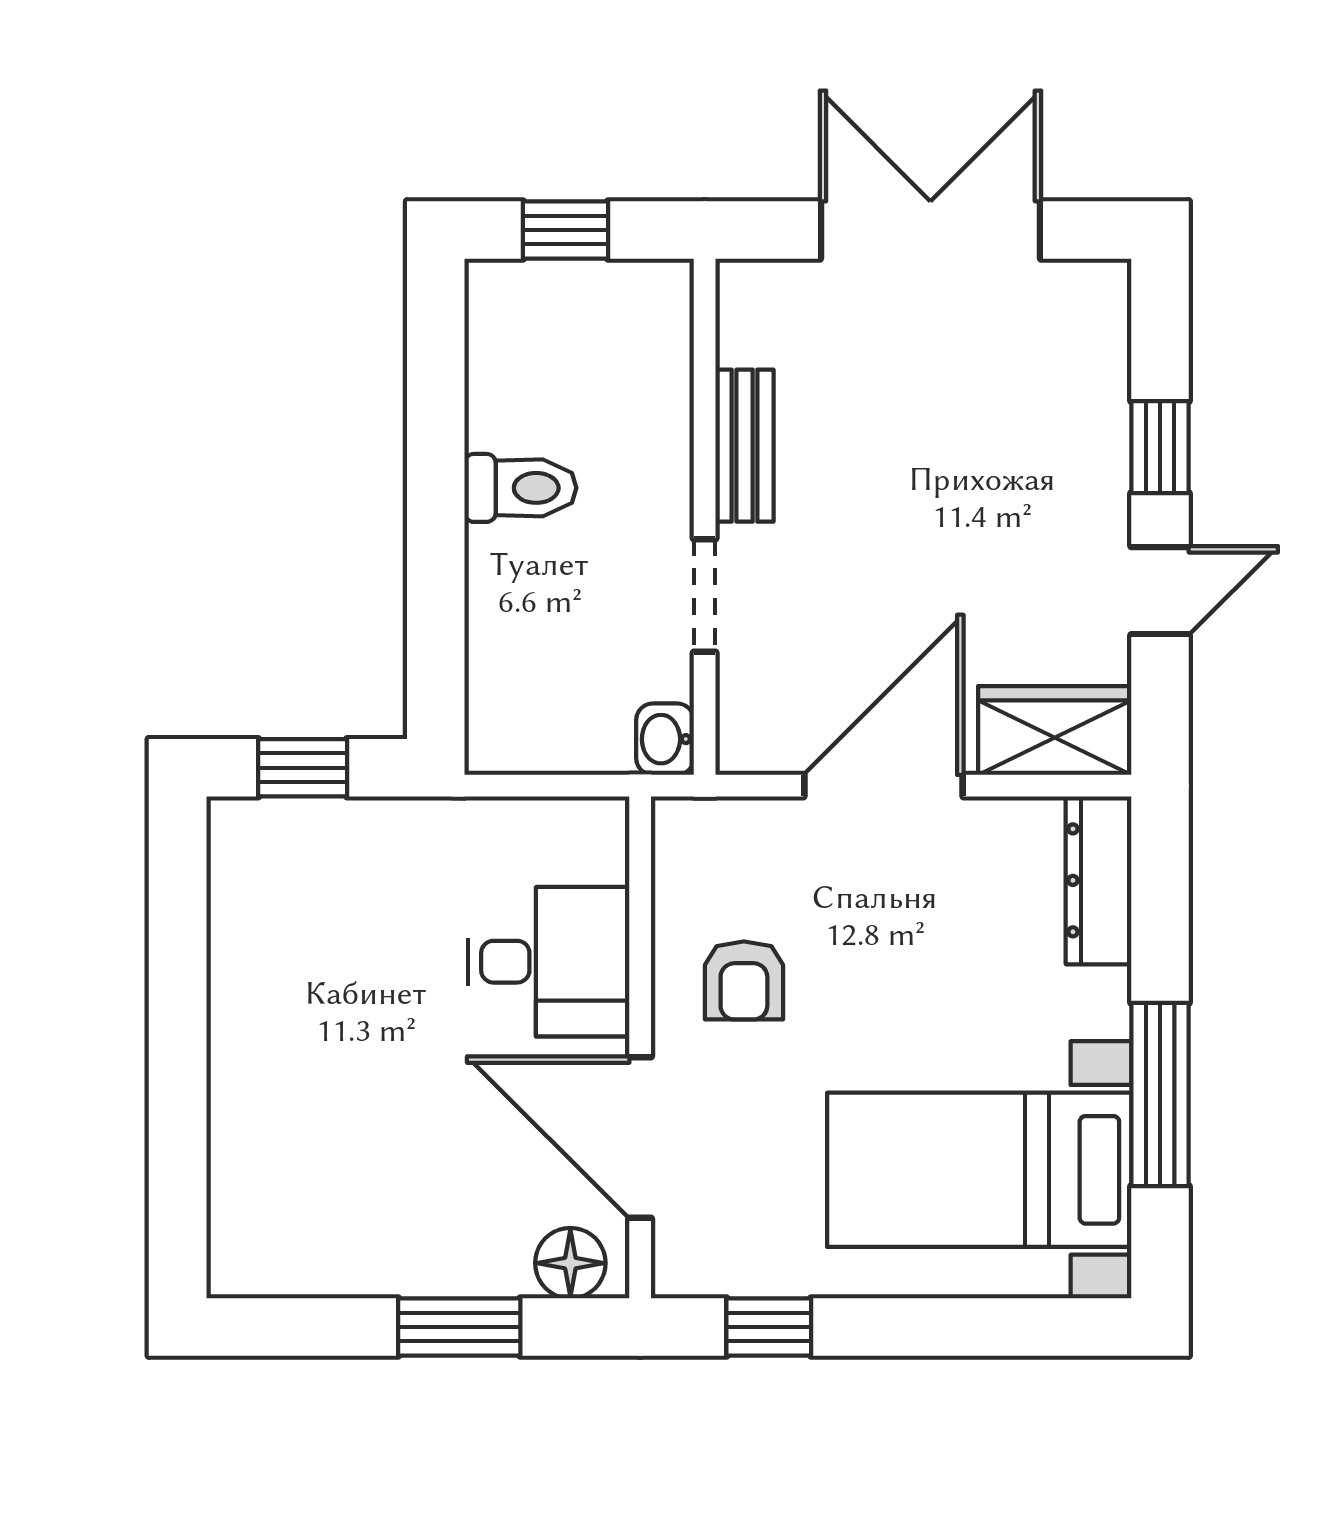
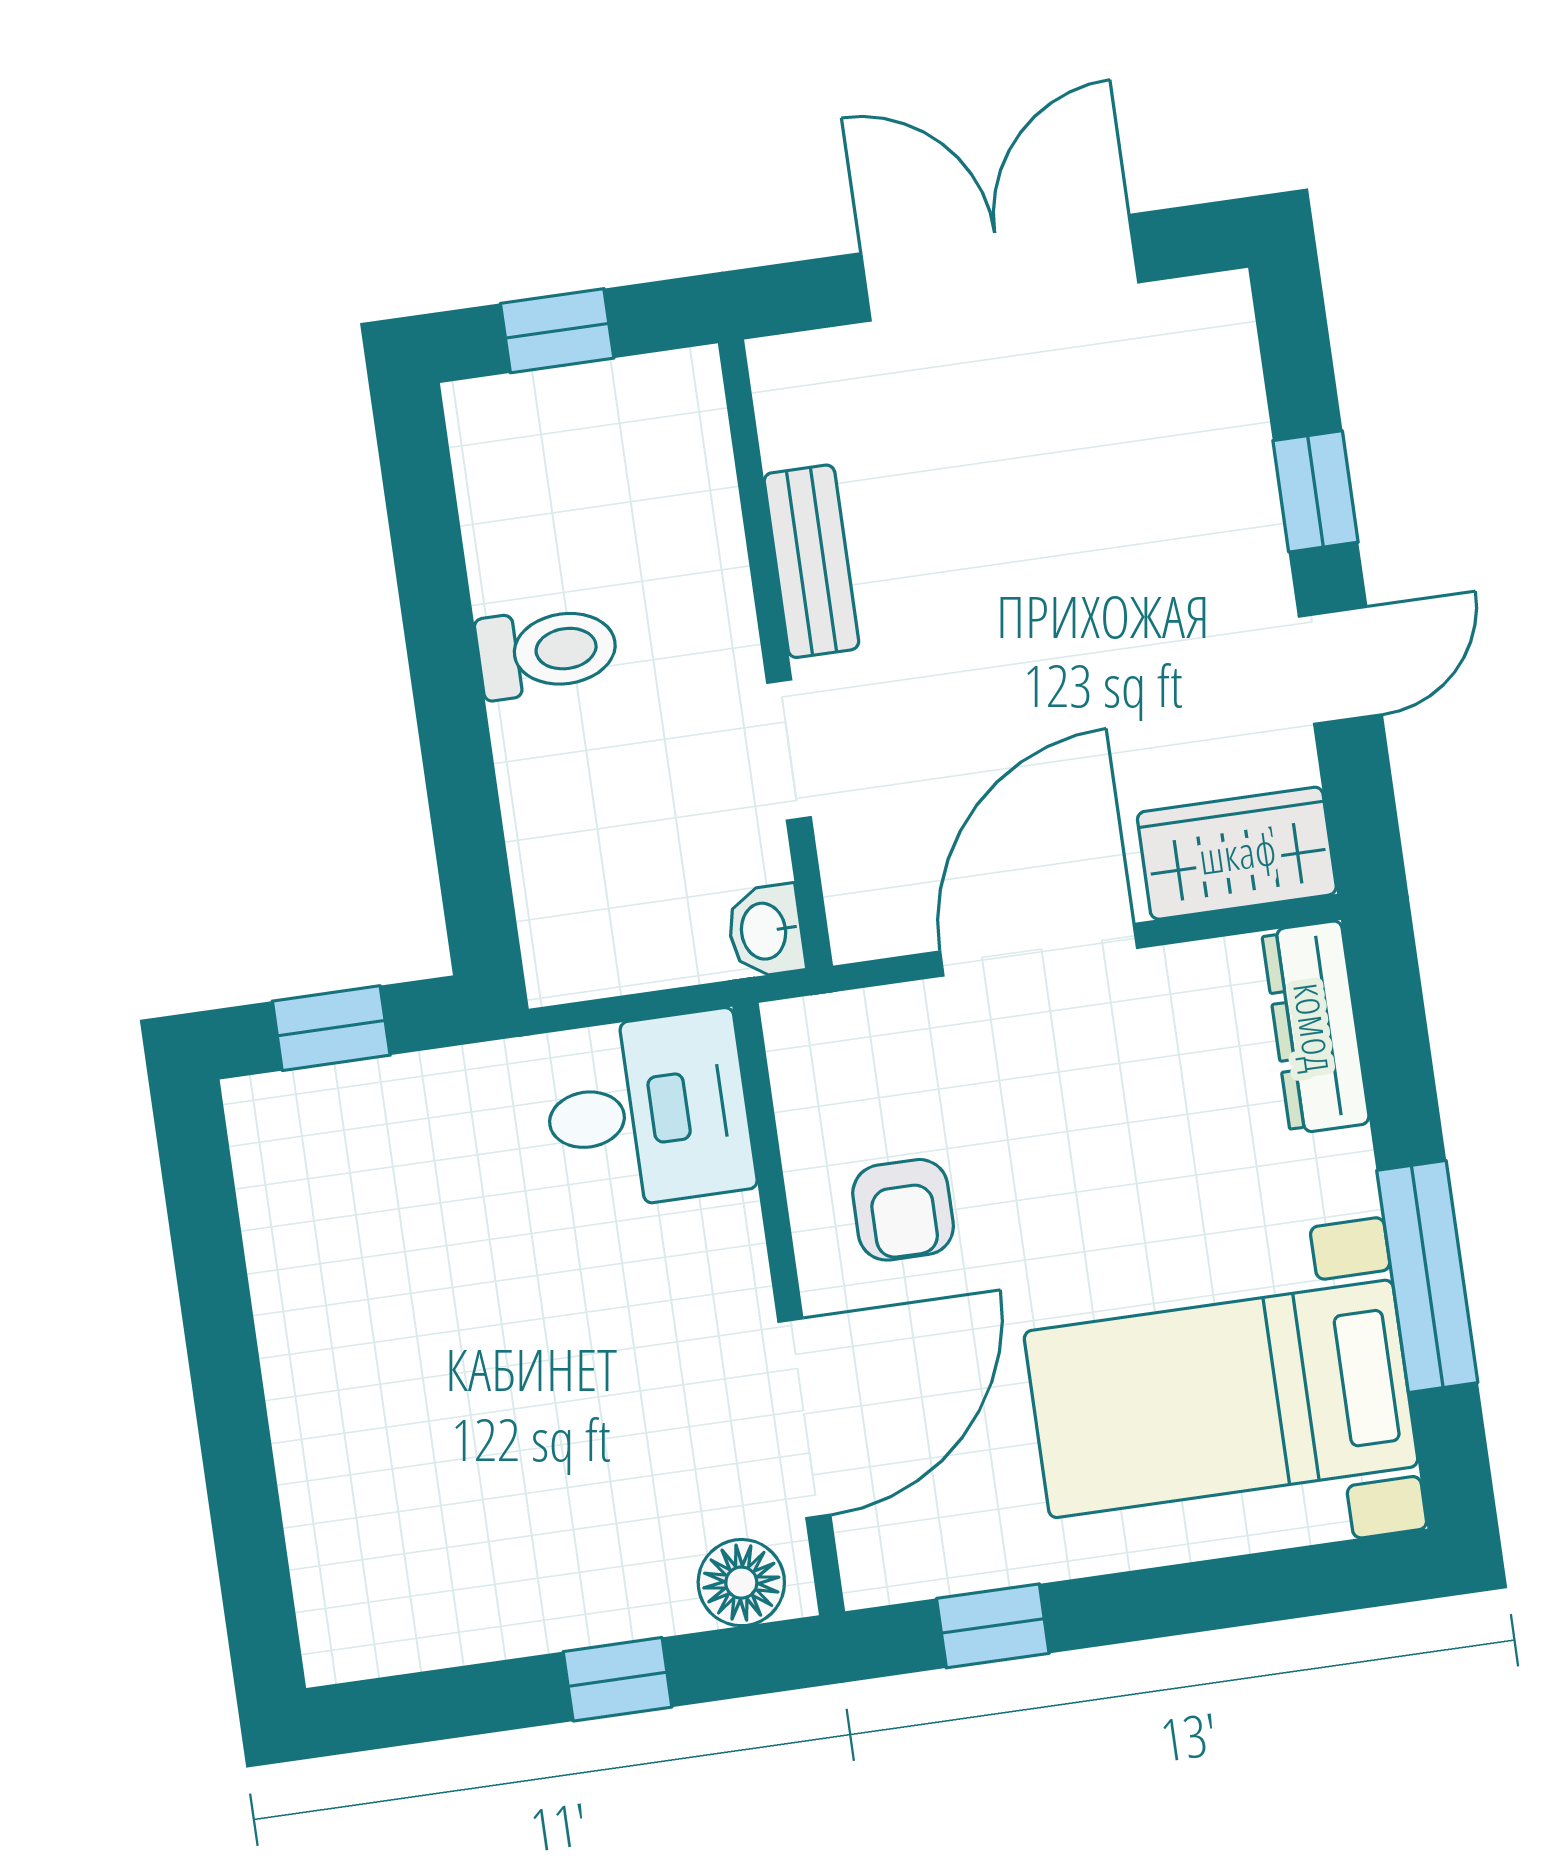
desk: (549, 962) -> (648, 1111), moved
door: (640, 1138) -> (804, 1418), swing flipped
window: (459, 1327) -> (618, 1679), width x0.67

